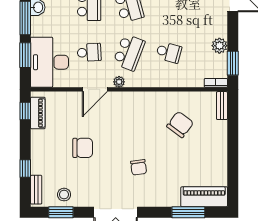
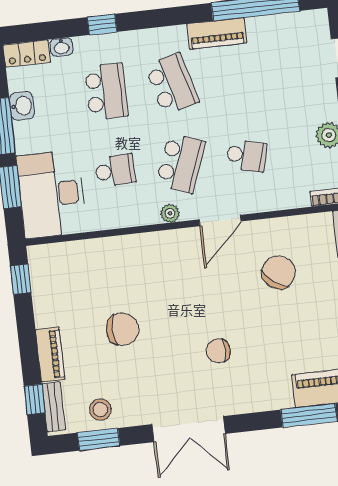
door: (95, 89) -> (220, 220), moved
piano: (38, 113) -> (50, 355), moved
chair: (139, 167) -> (218, 351), turned 98
window: (25, 168) -> (34, 399), moved

